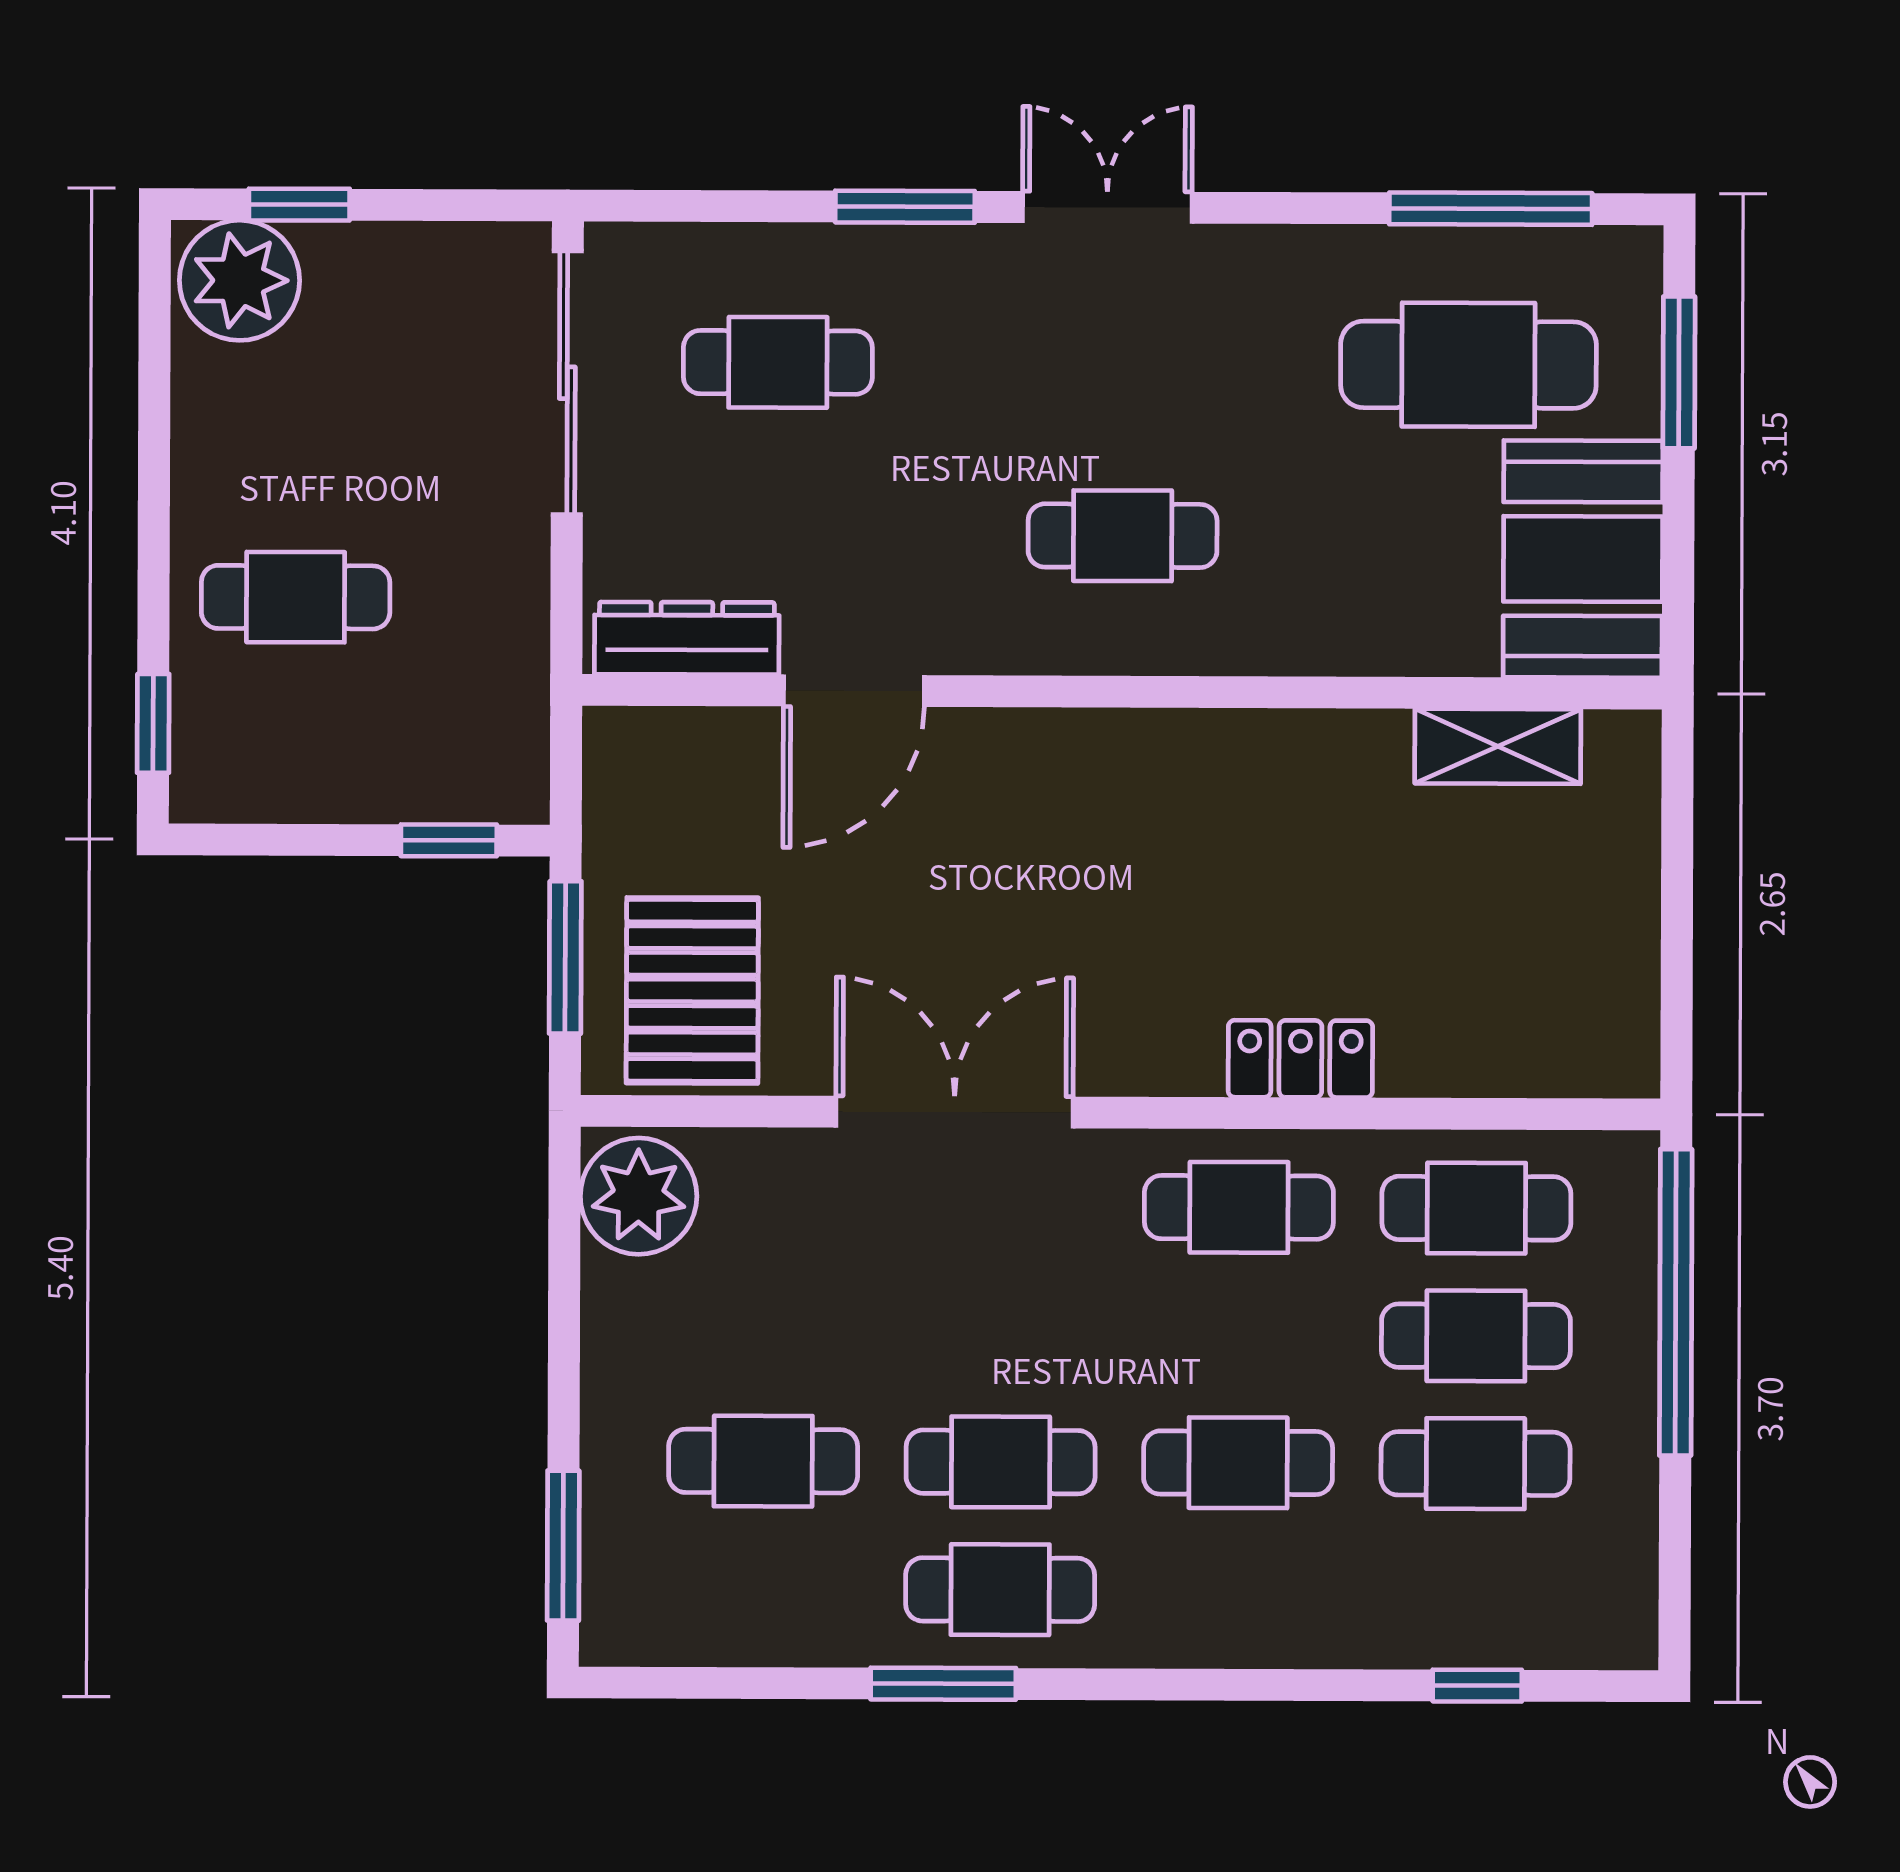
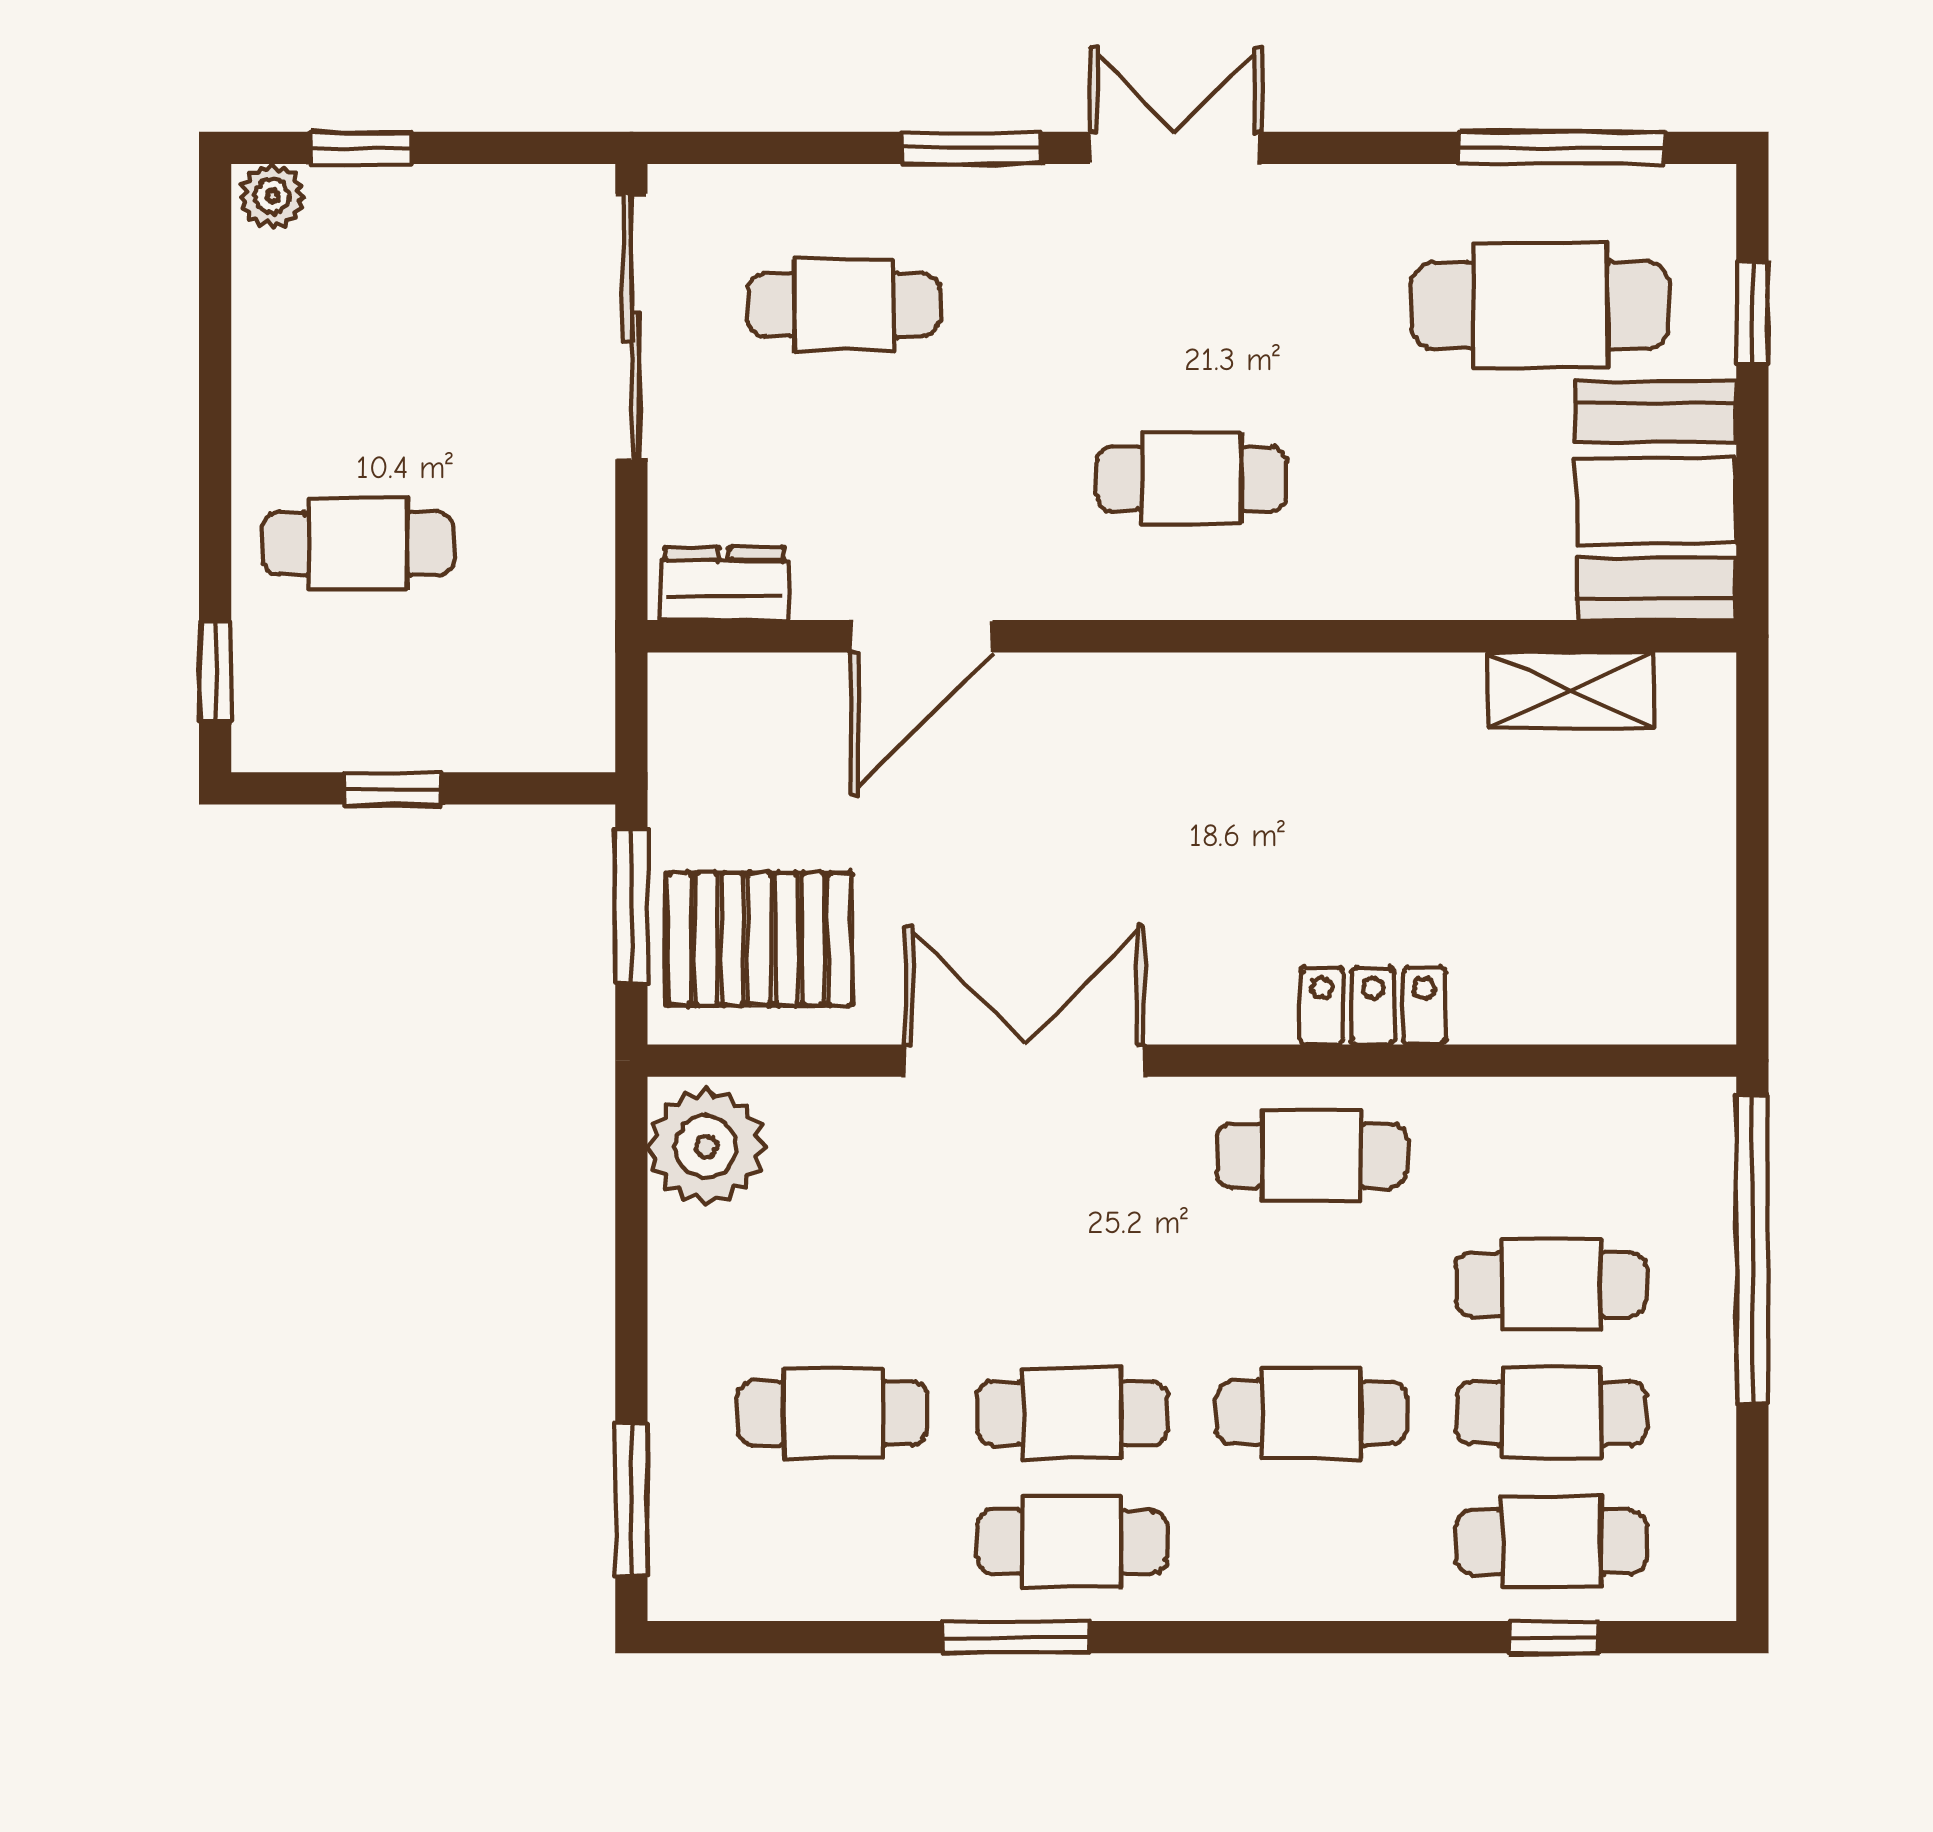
plant: (239, 280) -> (272, 196), width x0.53, depth x0.53
window: (1679, 372) -> (1752, 312), width x0.67
dresser: (687, 638) -> (725, 584), width x0.70
window: (449, 840) -> (393, 788), moved
pallet: (692, 990) -> (760, 939), turned 90
cafe table: (1476, 1208) -> (1551, 1542), moved

